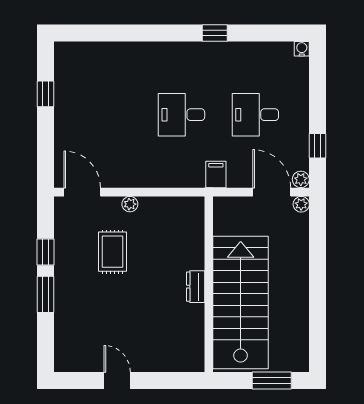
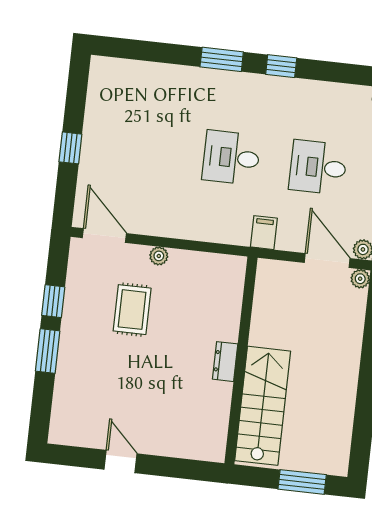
window: (164, 33) -> (222, 59), added
window: (45, 94) -> (70, 148), moved
stairs: (241, 302) -> (263, 406), width x0.73, depth x0.66

